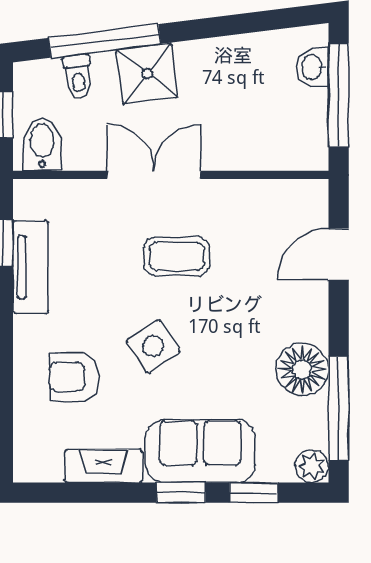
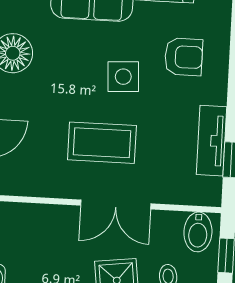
coffee table: (177, 256) -> (102, 143), width x1.36, depth x1.30
side table: (153, 346) -> (123, 77), turned 30

